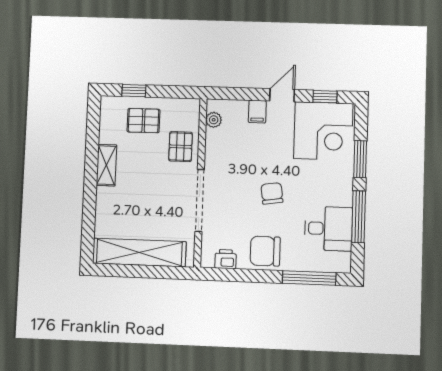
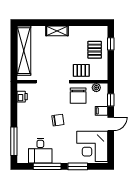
door: (282, 95) -> (111, 124), hinge flipped
window: (325, 97) -> (111, 100), moved
shelving: (106, 165) -> (57, 31), moved
chair: (265, 251) -> (78, 96), moved, turned 180

